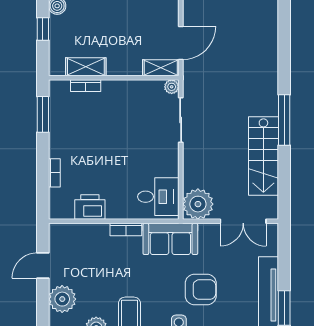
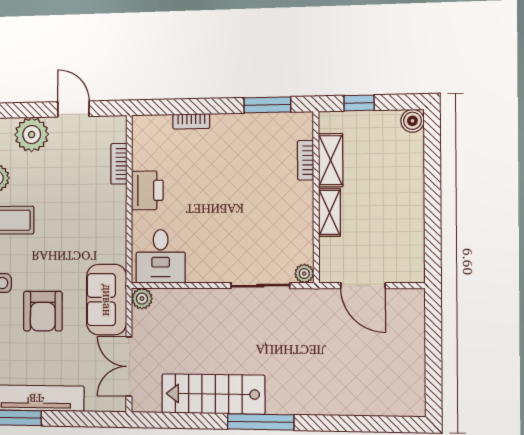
window: (43, 29) -> (359, 103), moved
shelving: (161, 68) -> (330, 212), moved
plant: (198, 204) -> (142, 299), width x0.53, depth x0.53
printer: (90, 207) -> (147, 190), moved
bookcase: (126, 230) -> (119, 164), moved
sofa: (170, 239) -> (107, 300), moved

